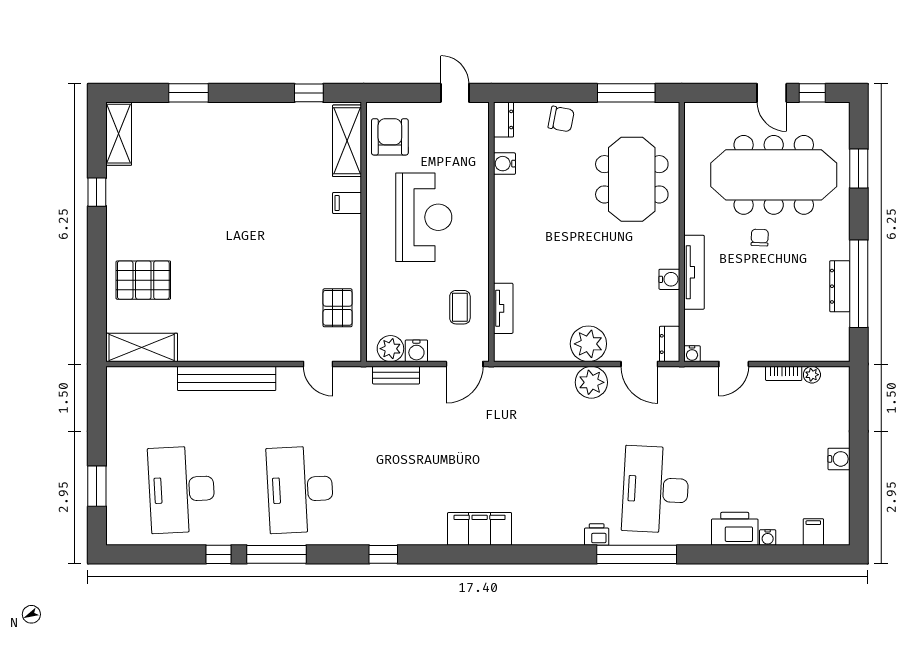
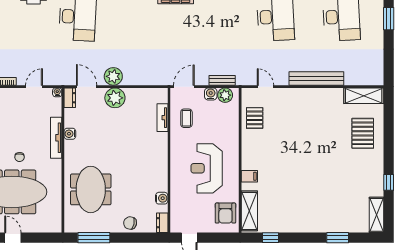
pallet: (143, 280) -> (363, 133), turned 90

